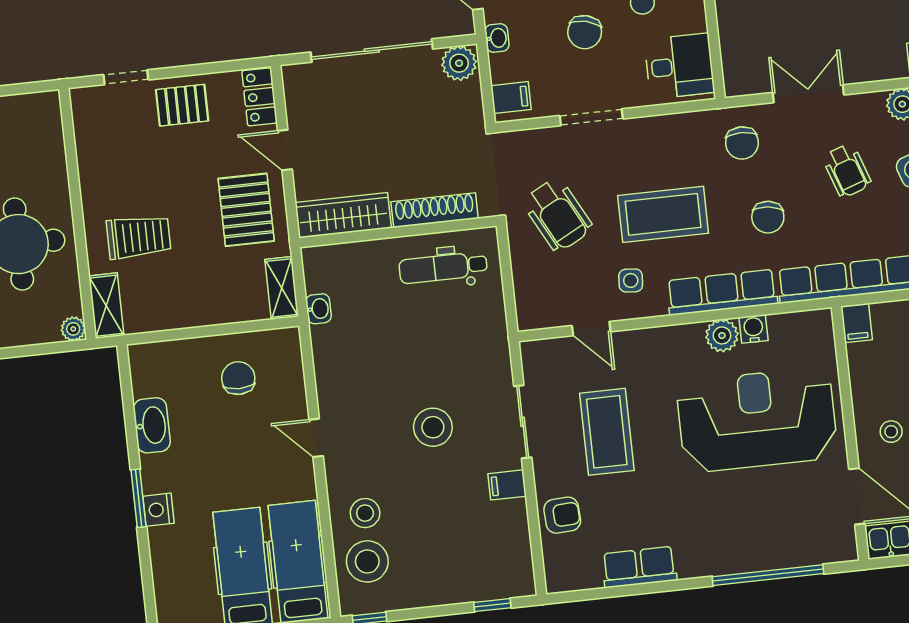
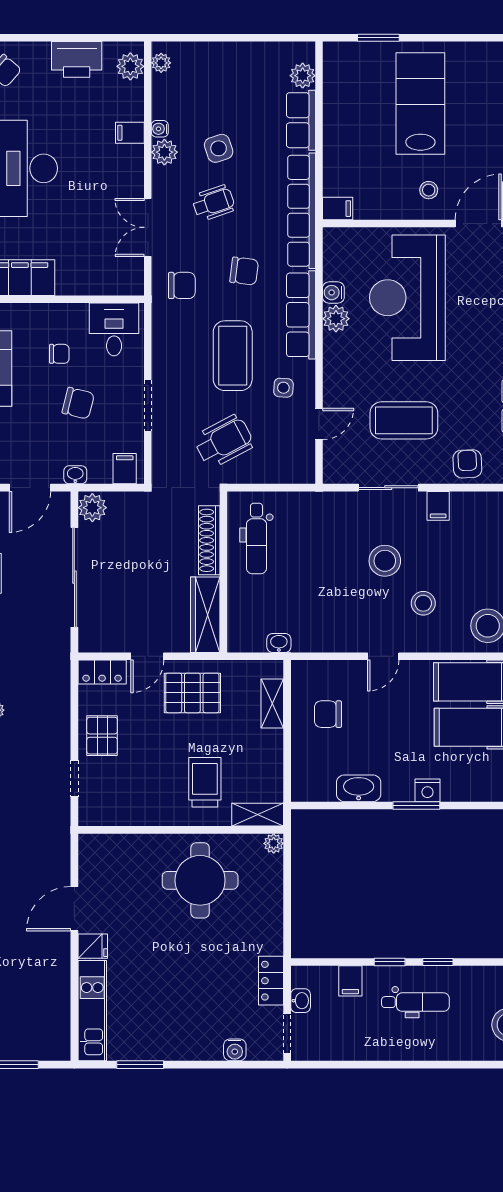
shelving: (282, 288) -> (272, 704), moved, turned 90
stool: (365, 513) -> (423, 603), moved

